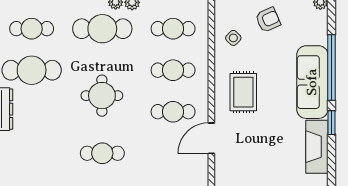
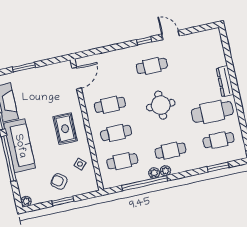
armchair: (268, 20) -> (59, 181), turned 61
cafe table: (102, 29) -> (170, 151), width x0.73, depth x0.74
door: (211, 138) -> (77, 78), moved

